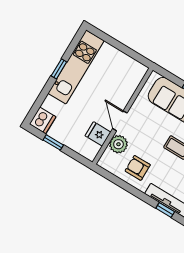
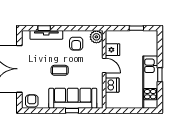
dishwasher: (43, 120) -> (112, 85), moved, turned 180
plant: (118, 144) -> (96, 37), moved
armchair: (138, 168) -> (76, 44), turned 90

